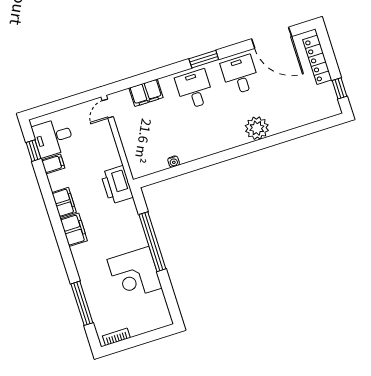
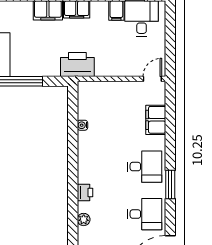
door: (108, 109) -> (152, 79), hinge flipped
plant: (257, 128) -> (84, 219), width x0.53, depth x0.53
printer: (237, 139) -> (85, 192), added

